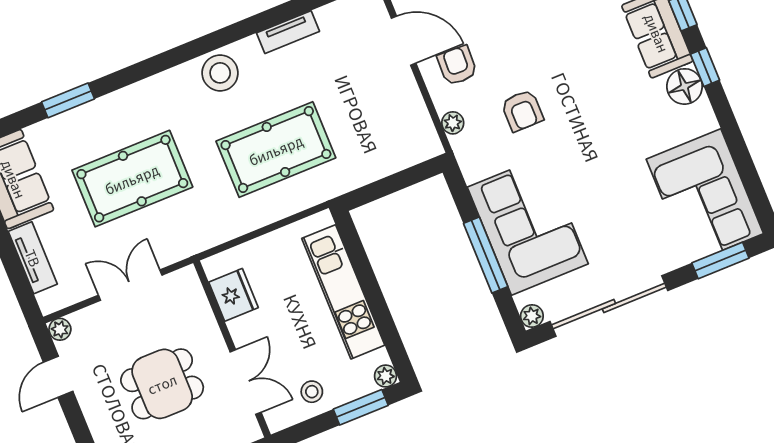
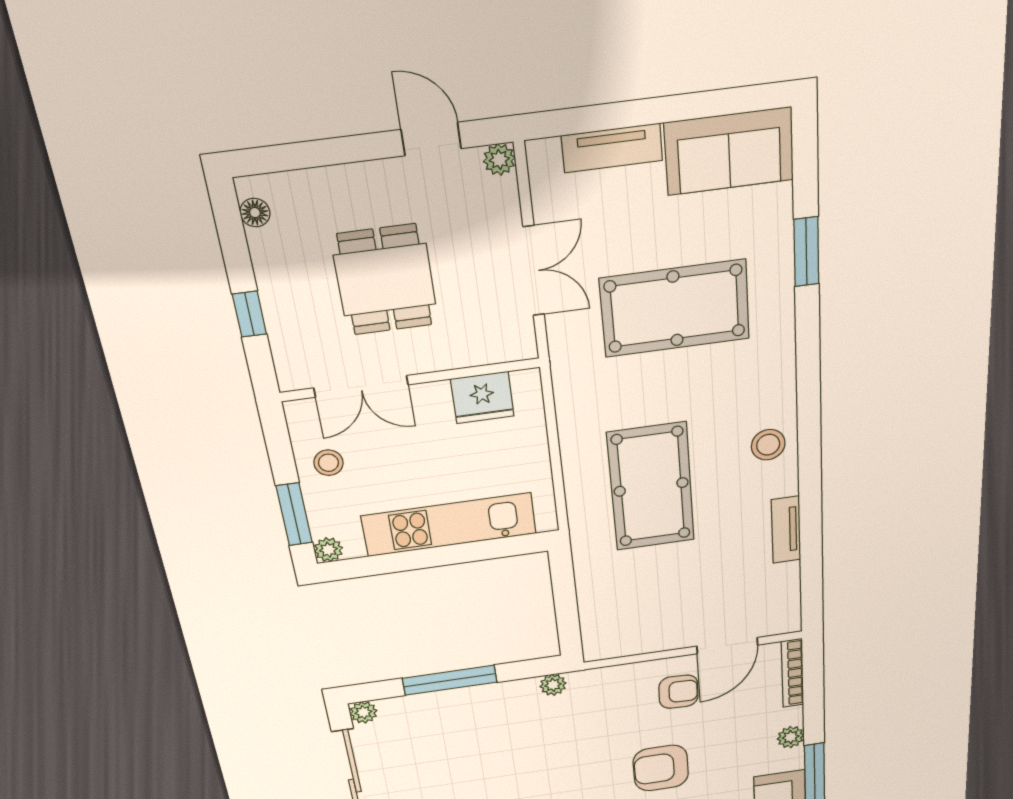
stool: (220, 73) -> (768, 445), width x0.73, depth x0.73
armchair: (522, 111) -> (661, 768), moved, width x1.38, depth x1.38
plant: (453, 123) -> (553, 685), moved
pool table: (132, 179) -> (675, 309), turned 90
corner sofa: (528, 226) -> (472, 726), removed

